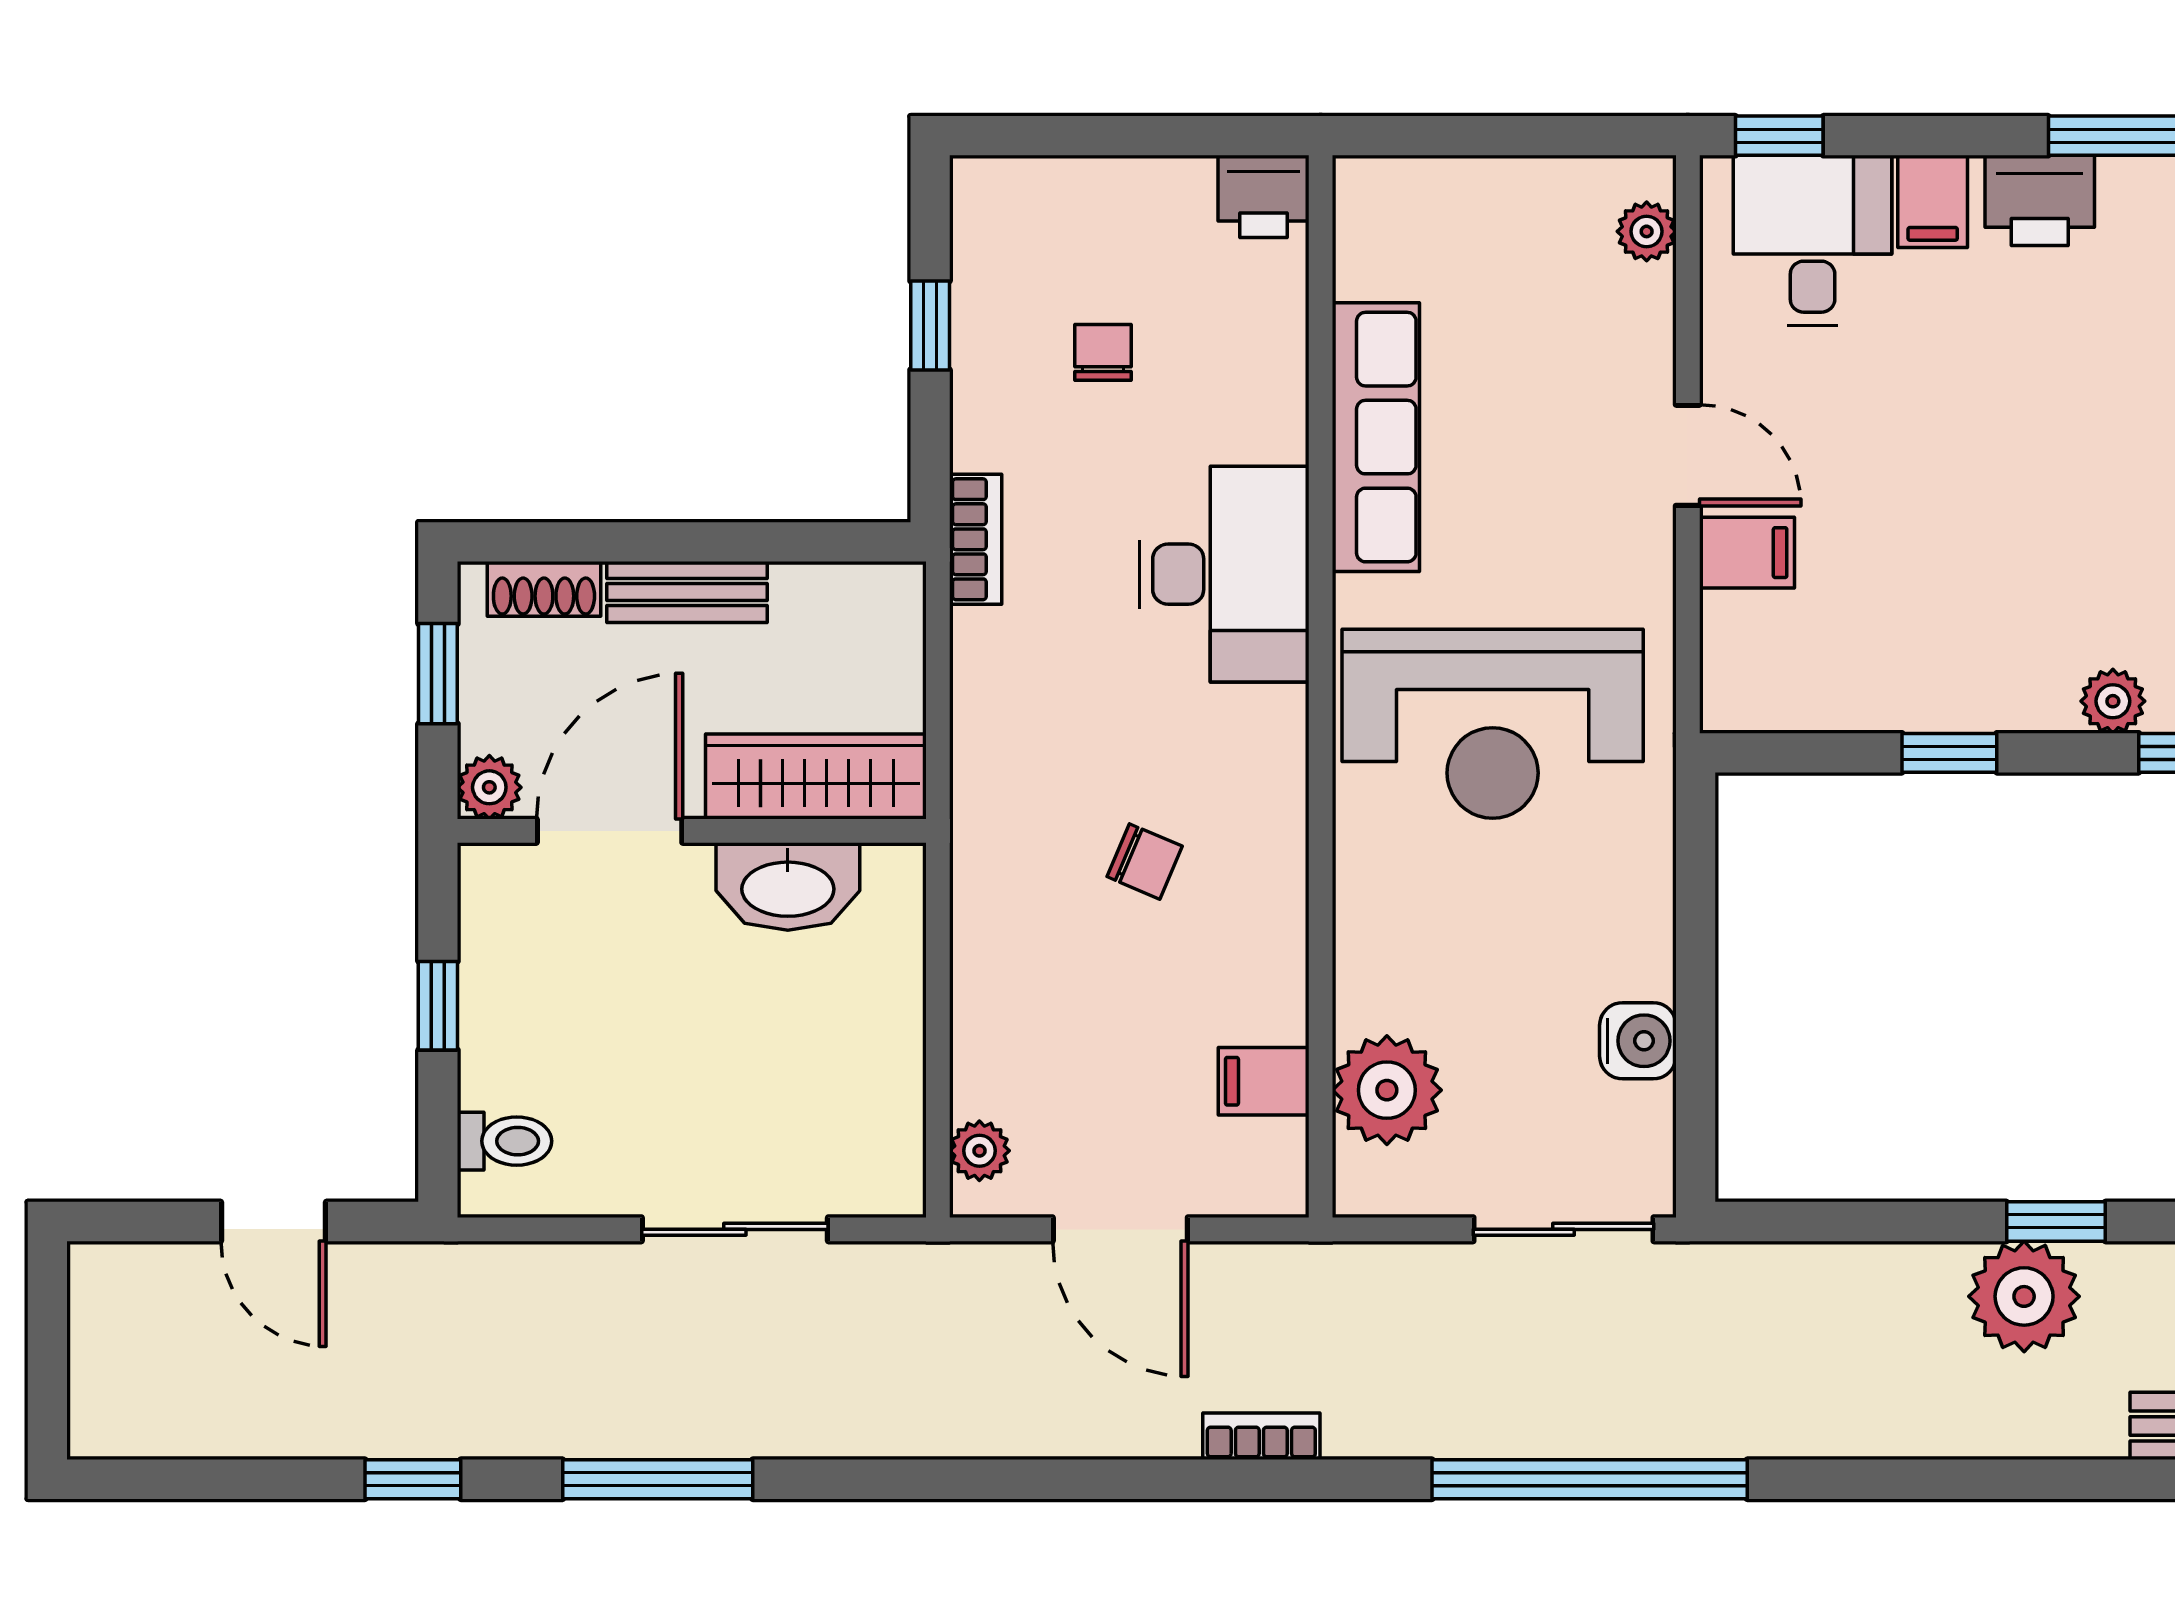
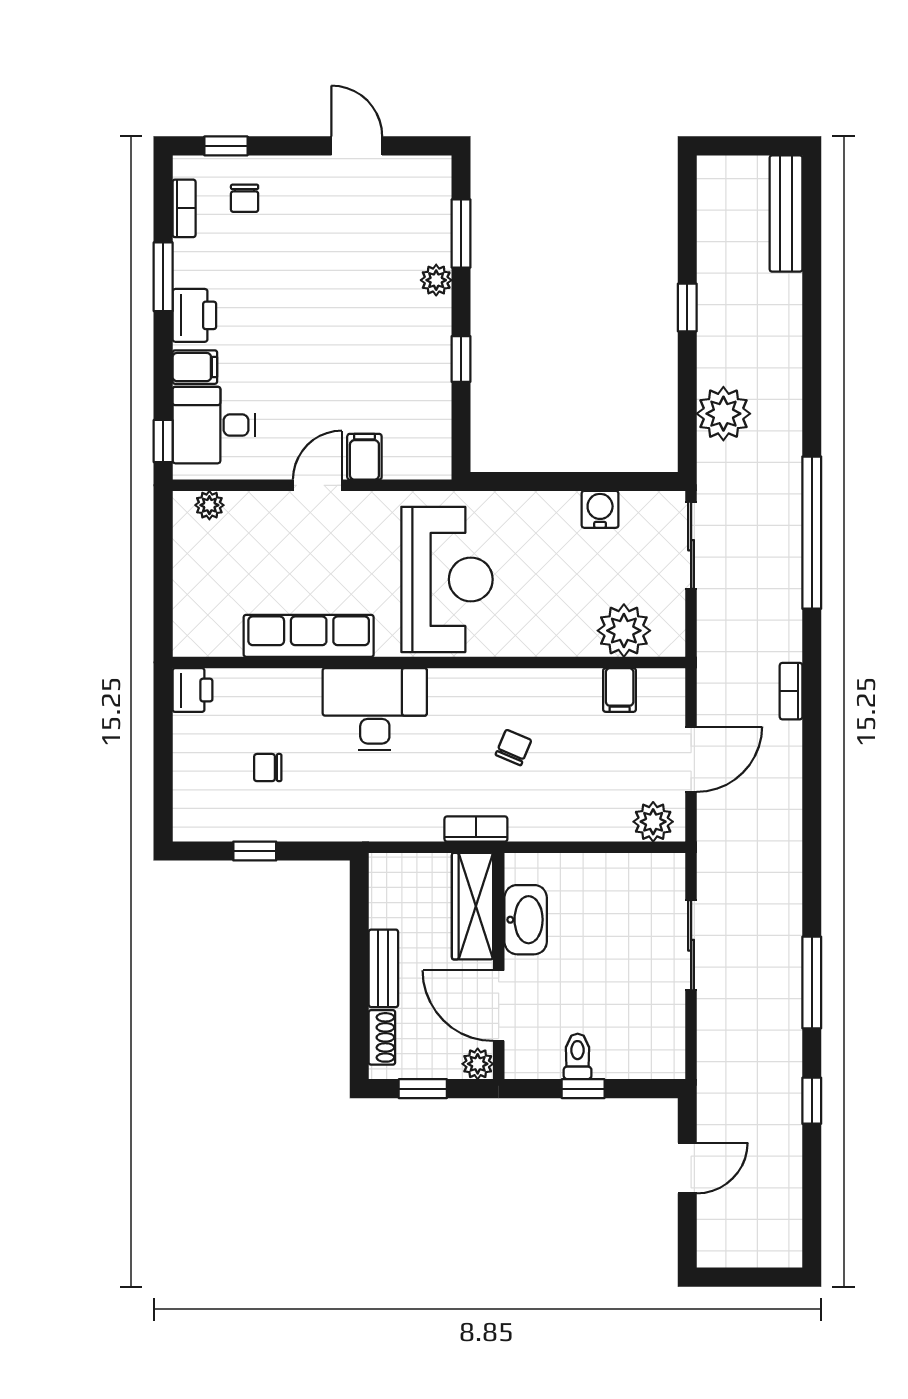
bookcase: (976, 539) -> (476, 829), moved
toilet: (504, 1141) -> (578, 1056), moved
plant: (979, 1151) -> (653, 822), width x1.38, depth x1.38
plant: (2024, 1296) -> (723, 414), moved

